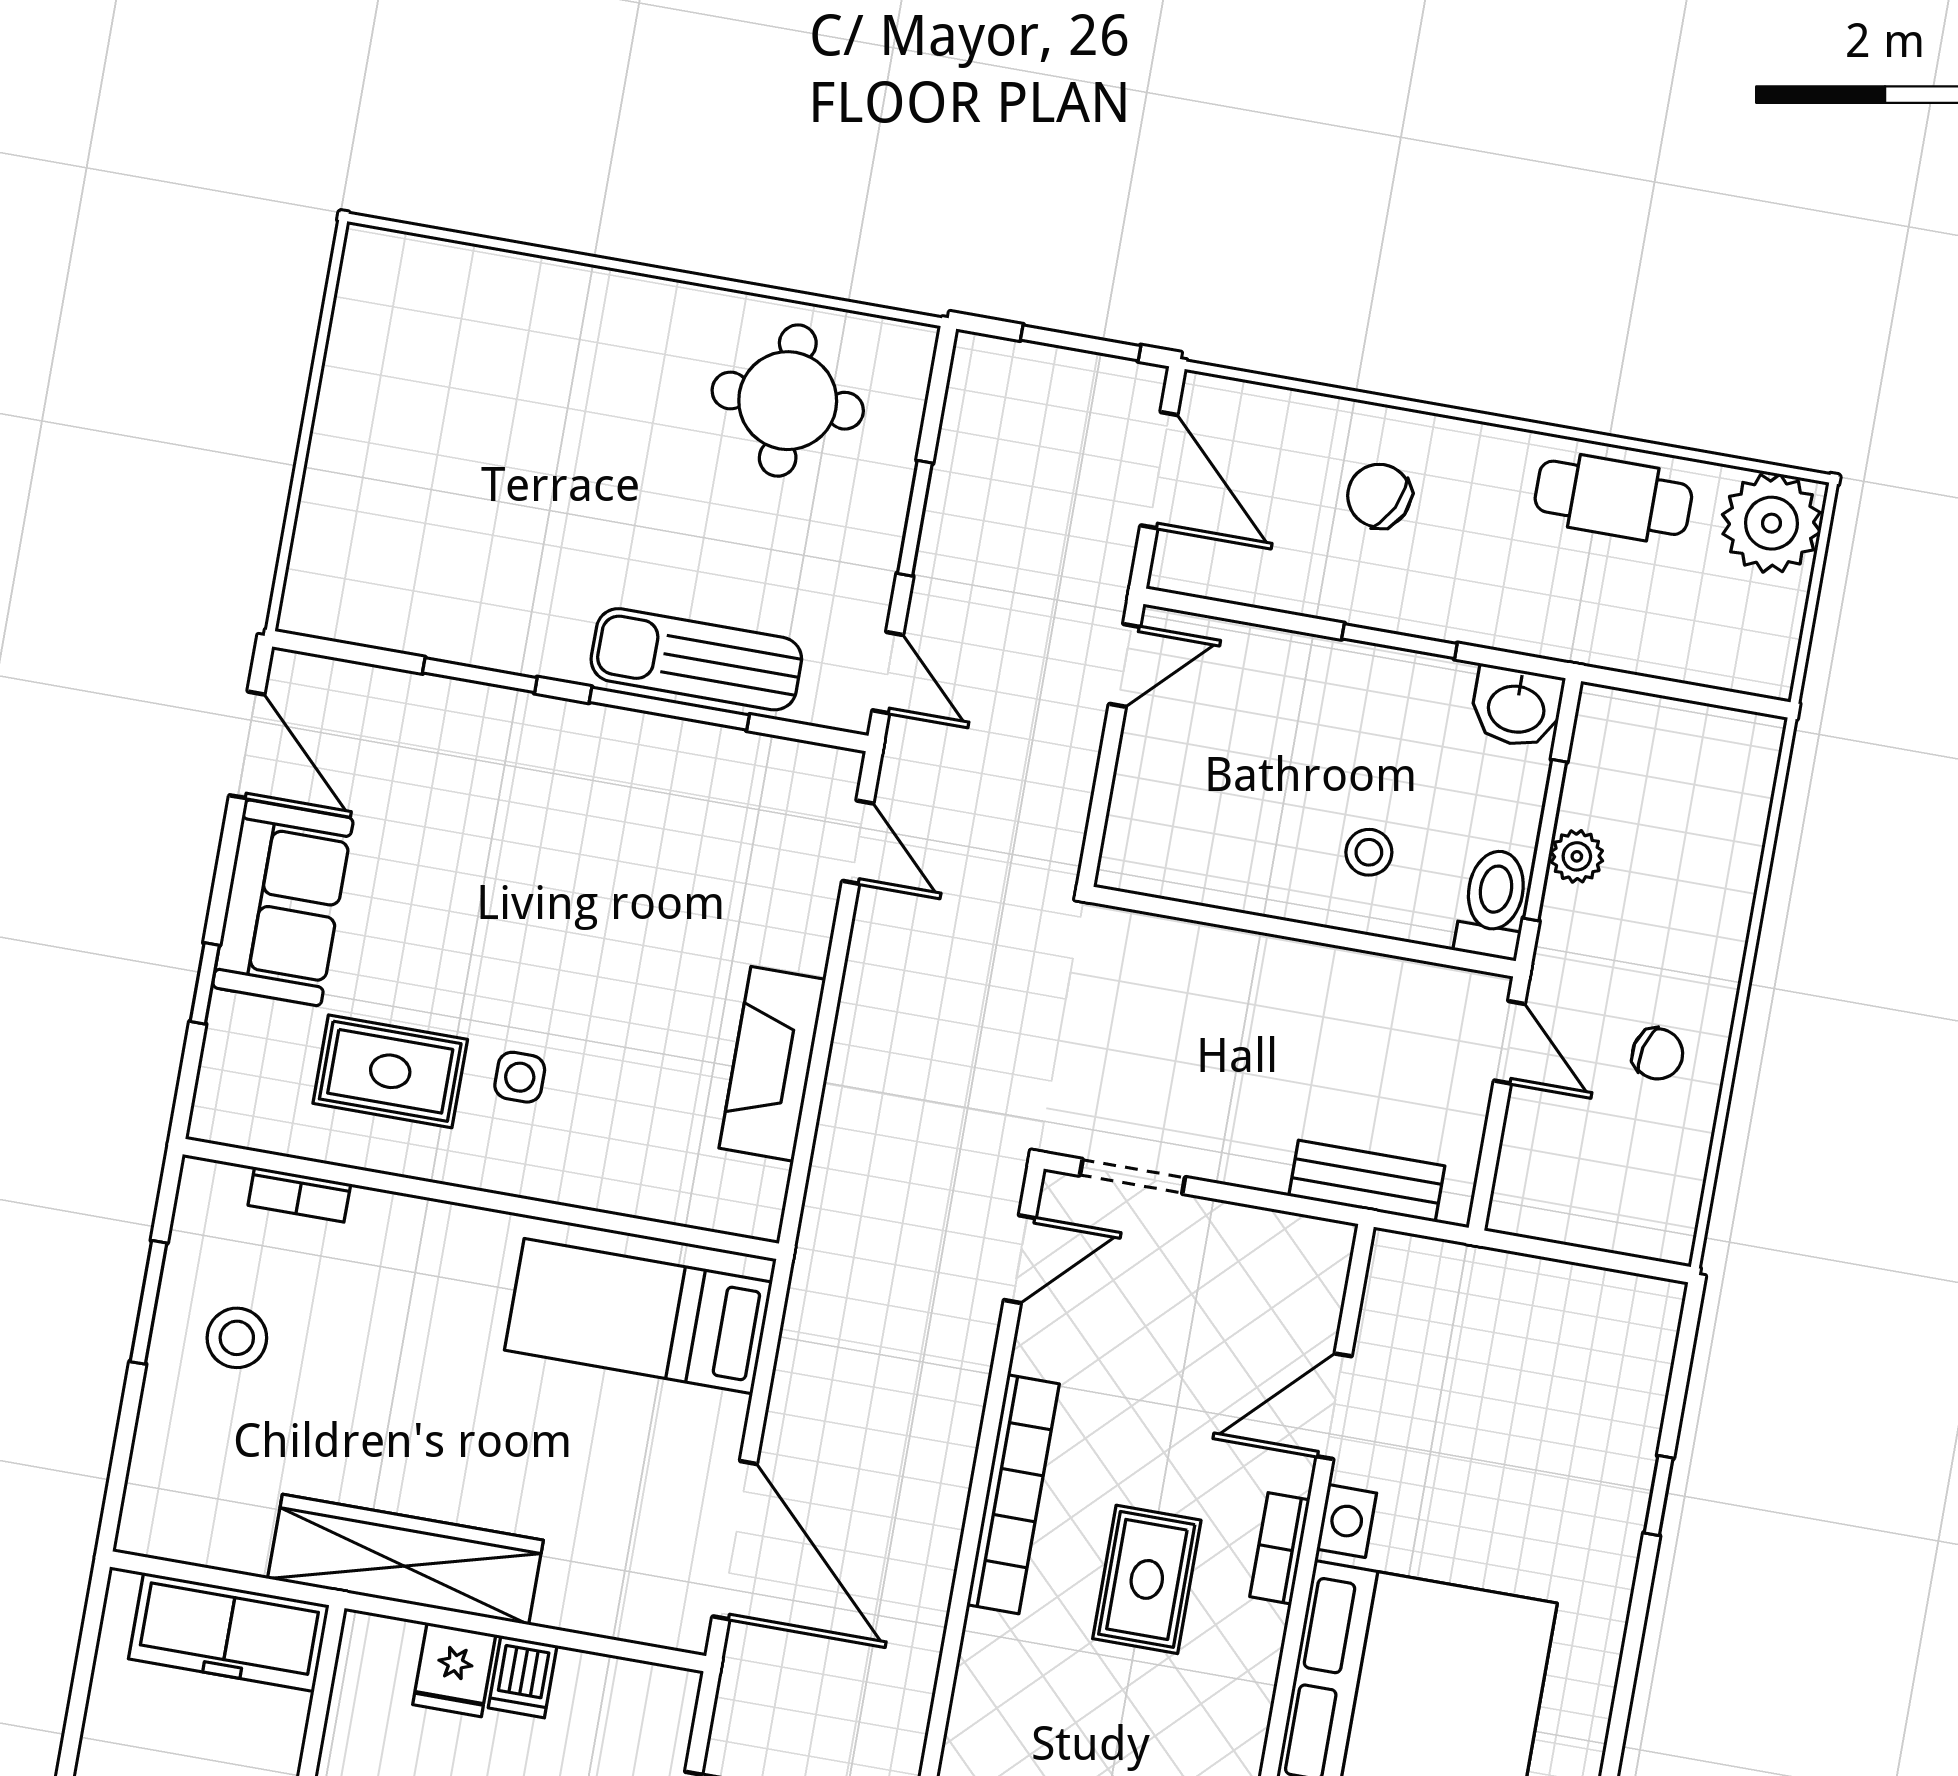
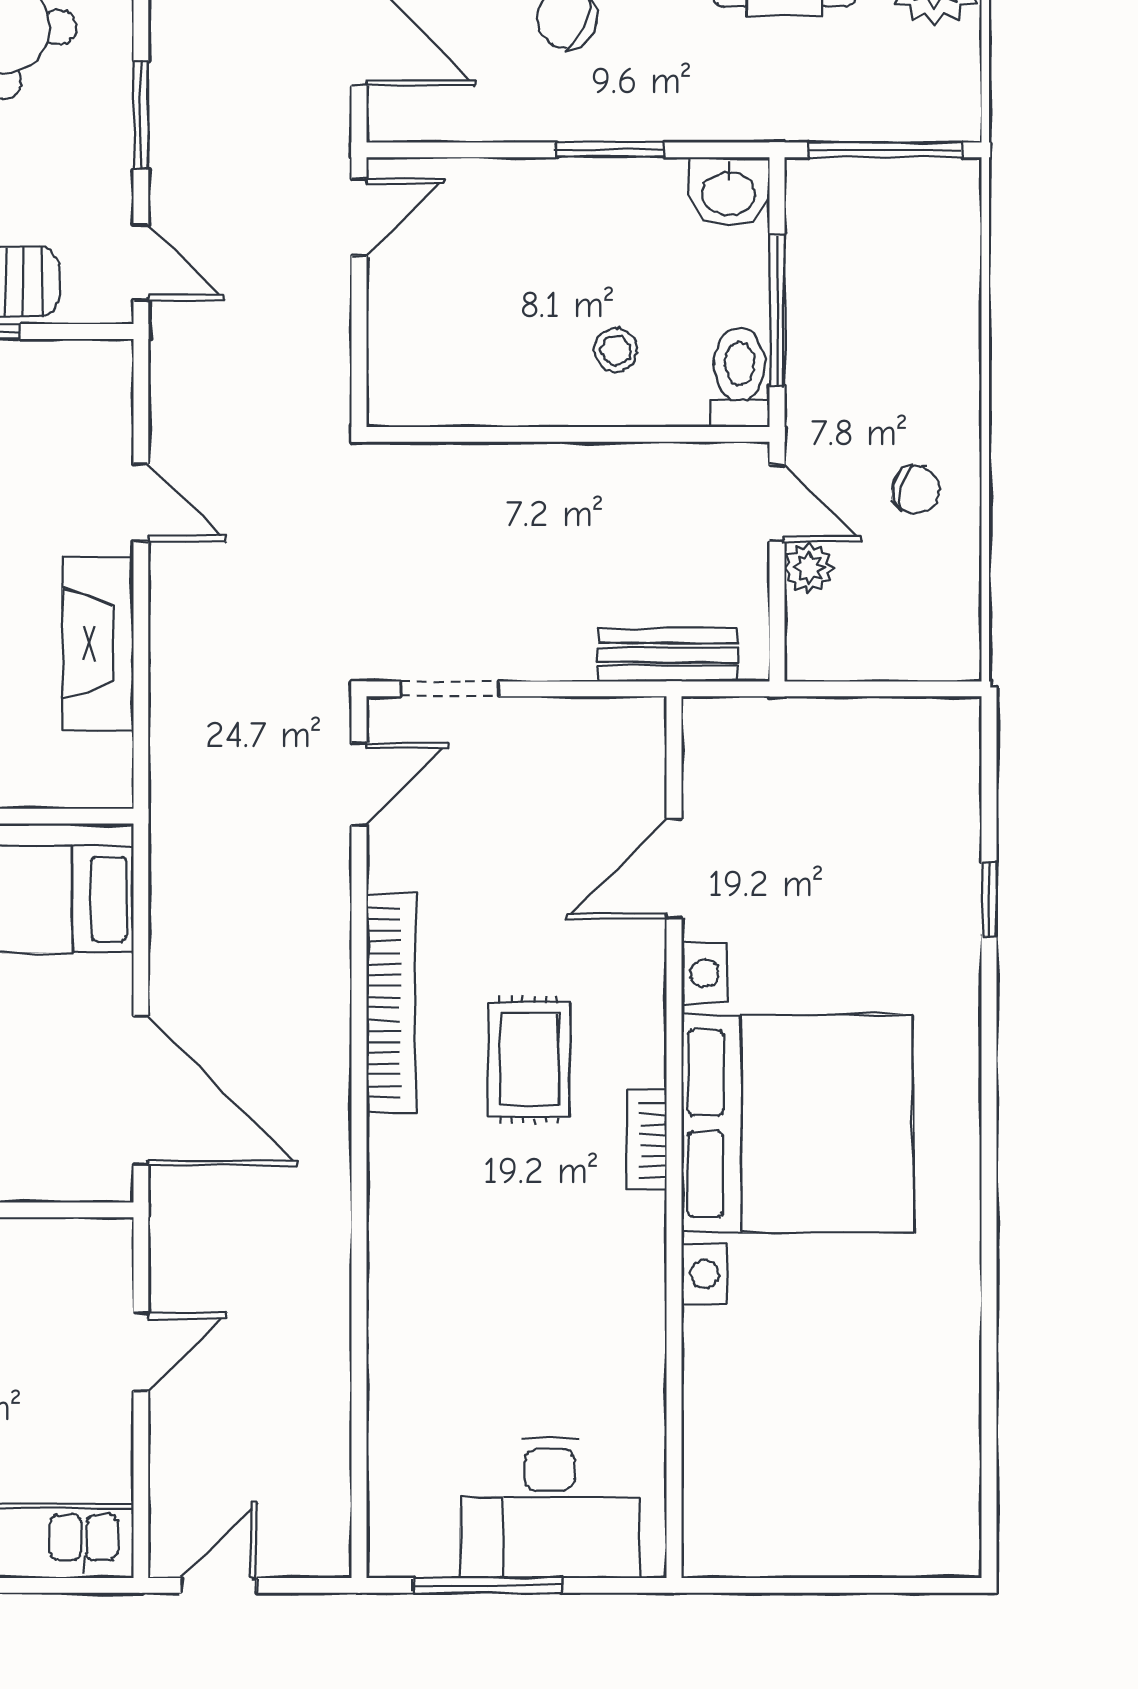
window: (1688, 692) -> (885, 150), added
door: (858, 842) -> (141, 502), moved
plant: (1577, 856) -> (809, 568), moved
bookcase: (1280, 1548) -> (647, 1140), moved

